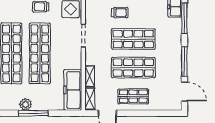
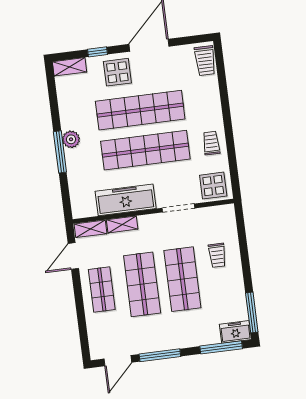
freezer: (73, 90) -> (126, 200), moved

